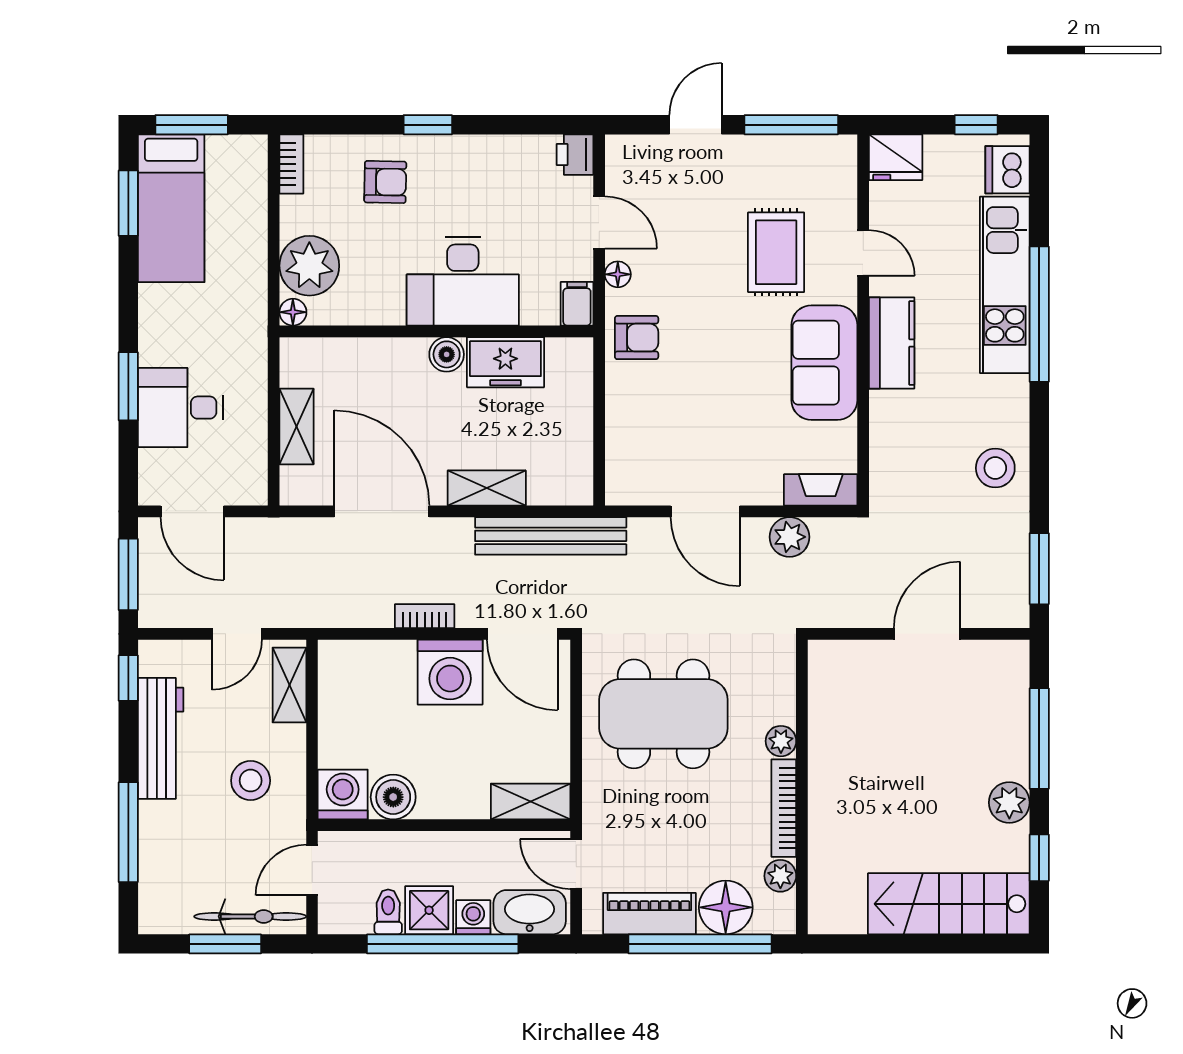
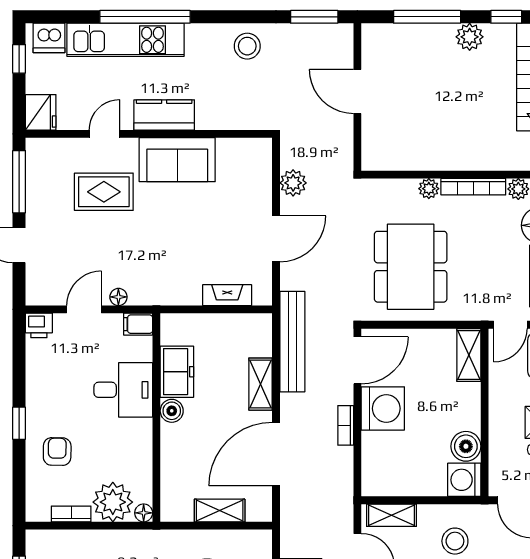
bookcase: (291, 164) -> (71, 514), moved
desk: (463, 282) -> (123, 390), width x0.73
armchair: (637, 338) -> (161, 284), removed
fireplace: (821, 490) -> (227, 295), moved, turned 90

